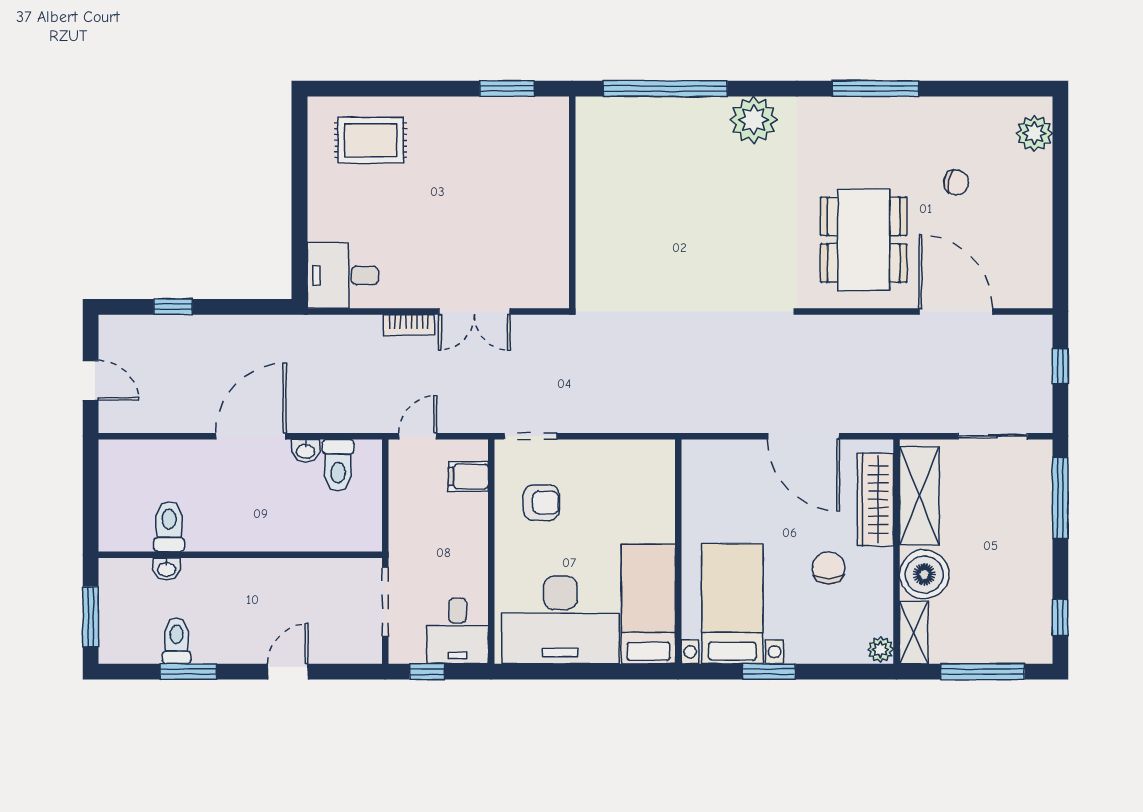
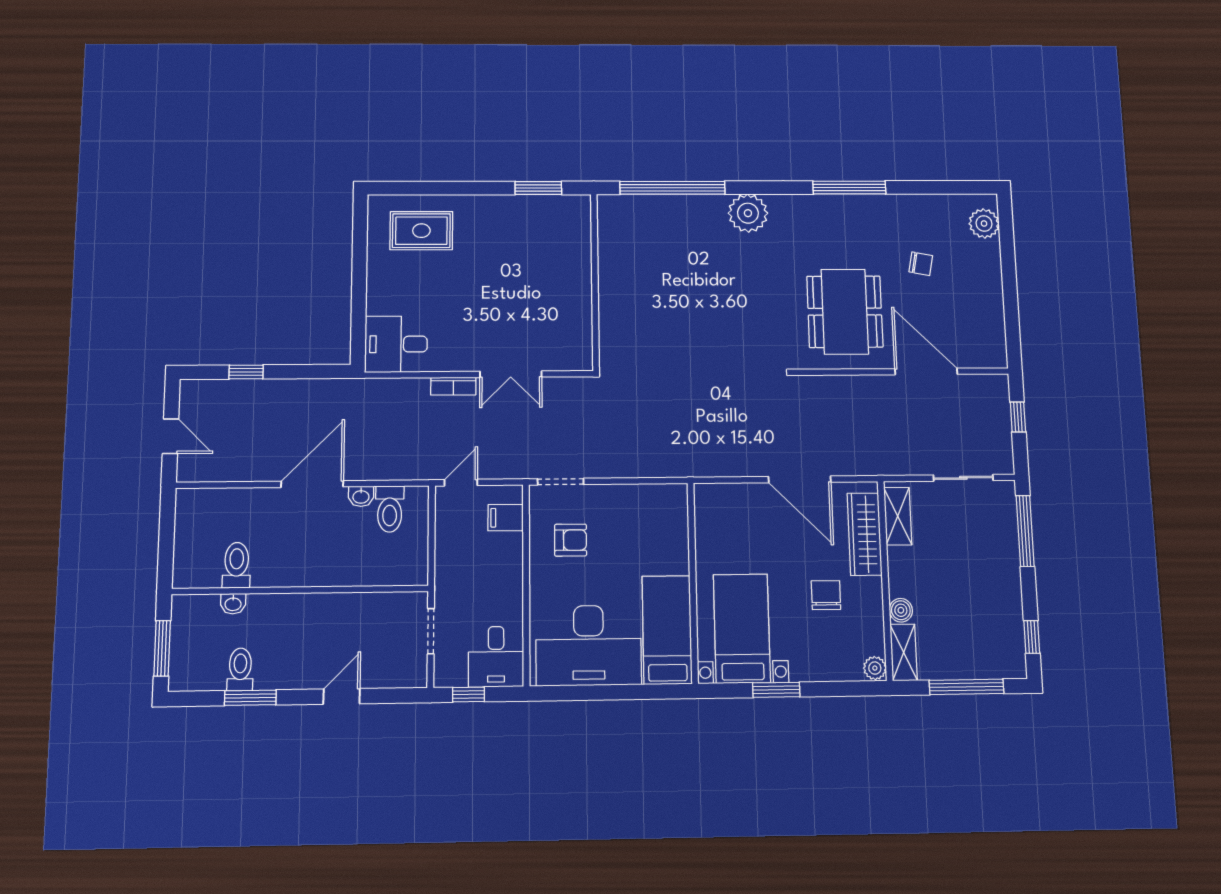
shelving: (919, 496) -> (898, 516), width x0.67, depth x0.75
boiler: (924, 574) -> (901, 610), width x0.54, depth x0.54
doorway: (385, 602) -> (431, 631), width x0.73

